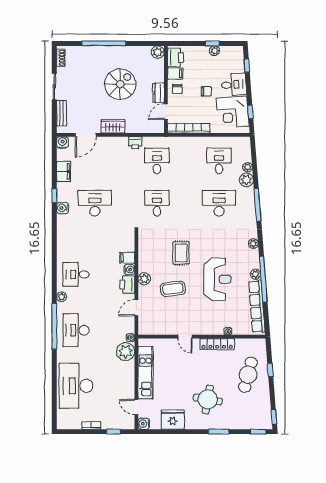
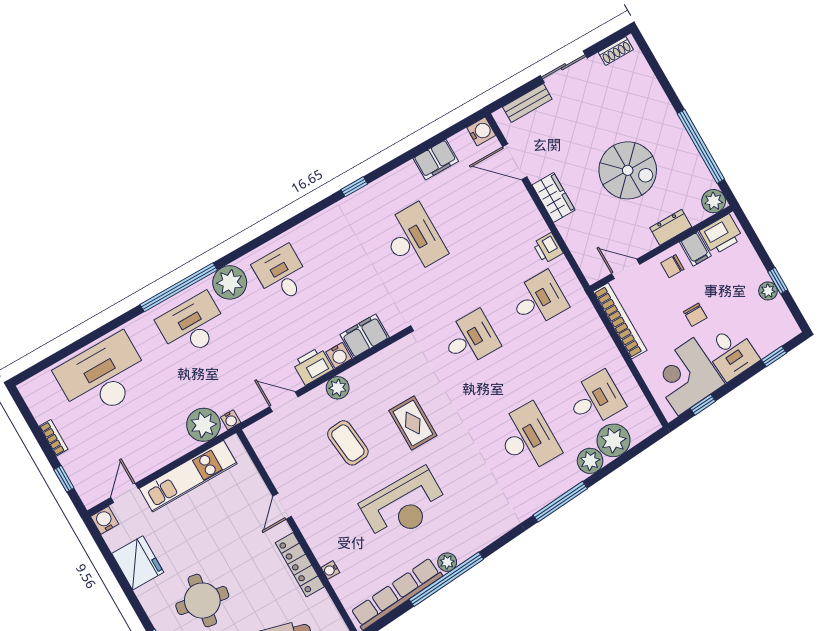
window: (104, 43) -> (701, 146), moved
dresser: (158, 93) -> (671, 227), moved
plant: (248, 167) -> (613, 440), width x1.88, depth x1.88
window: (54, 196) -> (354, 187), moved
water cooler: (63, 208) -> (376, 192), removed
plant: (253, 244) -> (494, 530), removed
rug: (181, 253) -> (413, 423), turned 90
filing cabinet: (127, 258) -> (365, 336), width x2.00
plant: (62, 297) -> (230, 282), width x1.88, depth x1.88

